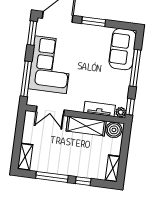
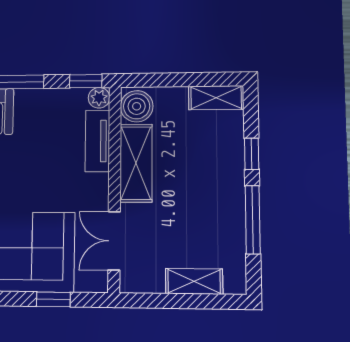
window: (26, 79) -> (53, 299), width x0.46
double door: (50, 111) -> (114, 241), swing flipped
shelving: (25, 157) -> (194, 281), moved

